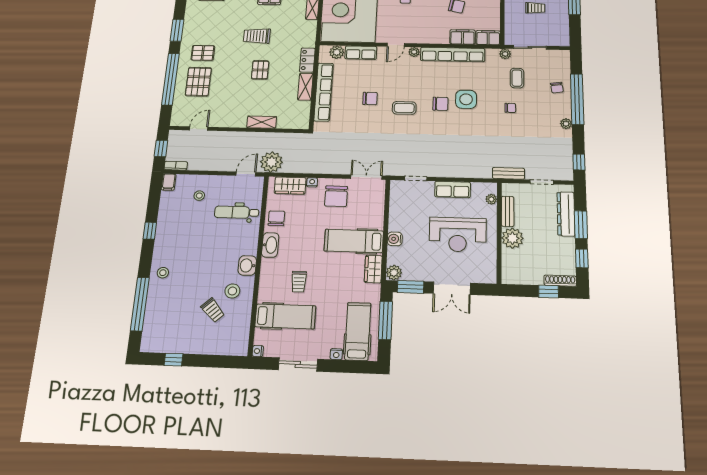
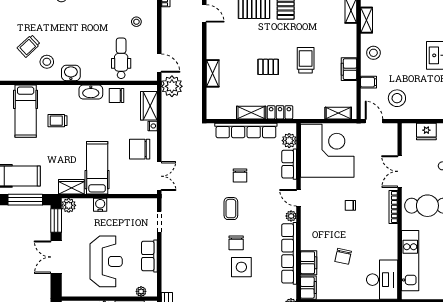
chair: (276, 218) -> (116, 96), turned 180
reception desk: (458, 235) -> (106, 261), turned 180

